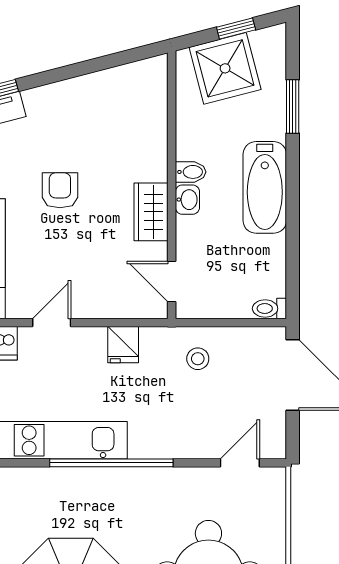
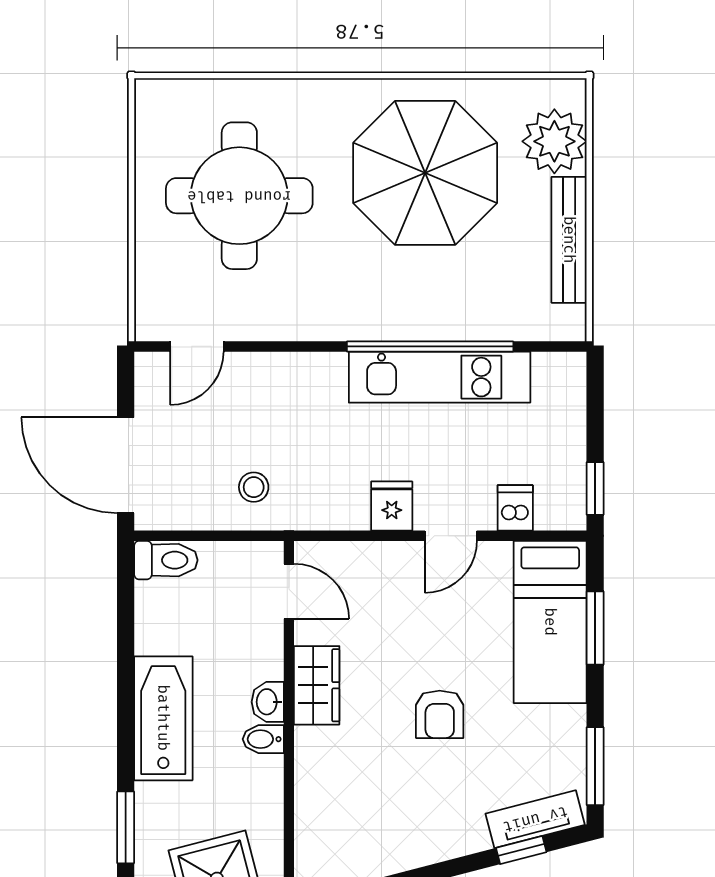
toilet: (269, 309) -> (166, 560), width x1.37, depth x1.39
fridge: (123, 345) -> (392, 506), moved
window: (111, 463) -> (430, 346), moved

